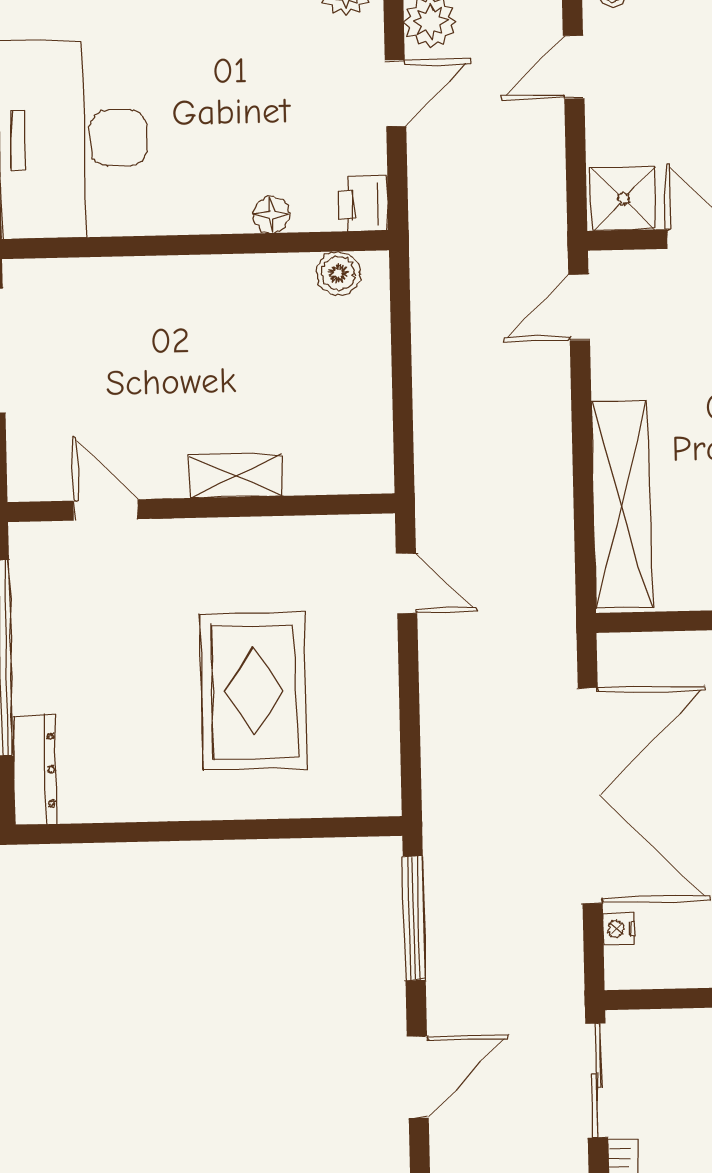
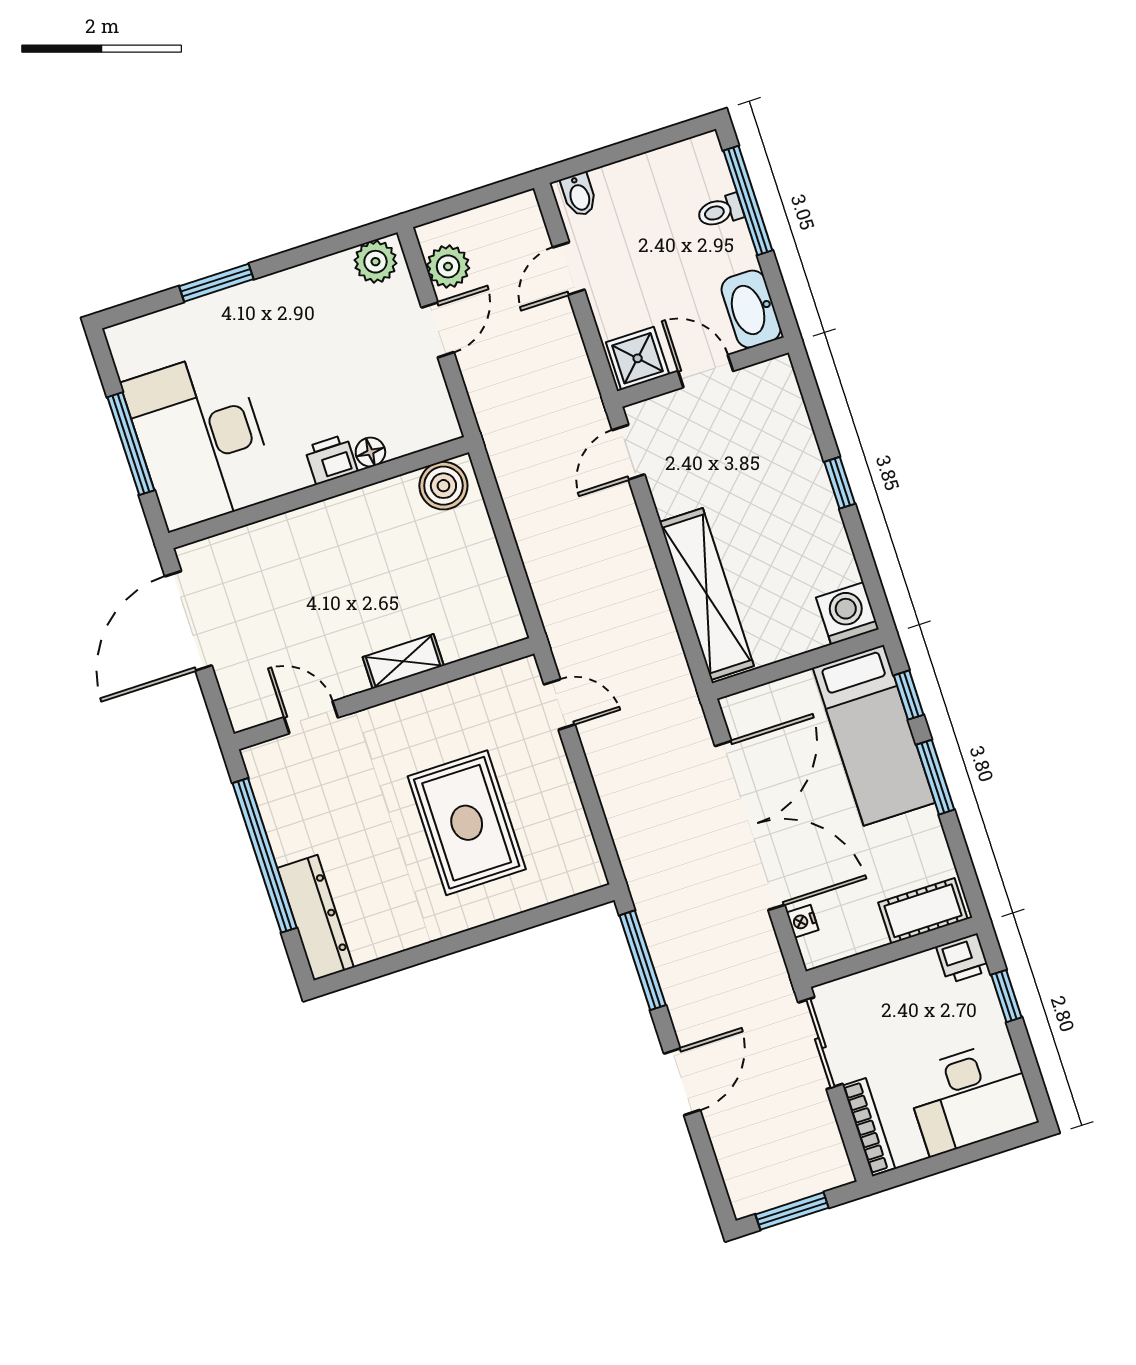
printer: (363, 204) -> (331, 459), moved, turned 90
boiler: (338, 273) -> (443, 486), width x1.36, depth x1.36
dresser: (35, 770) -> (315, 918), width x1.37, depth x1.24

